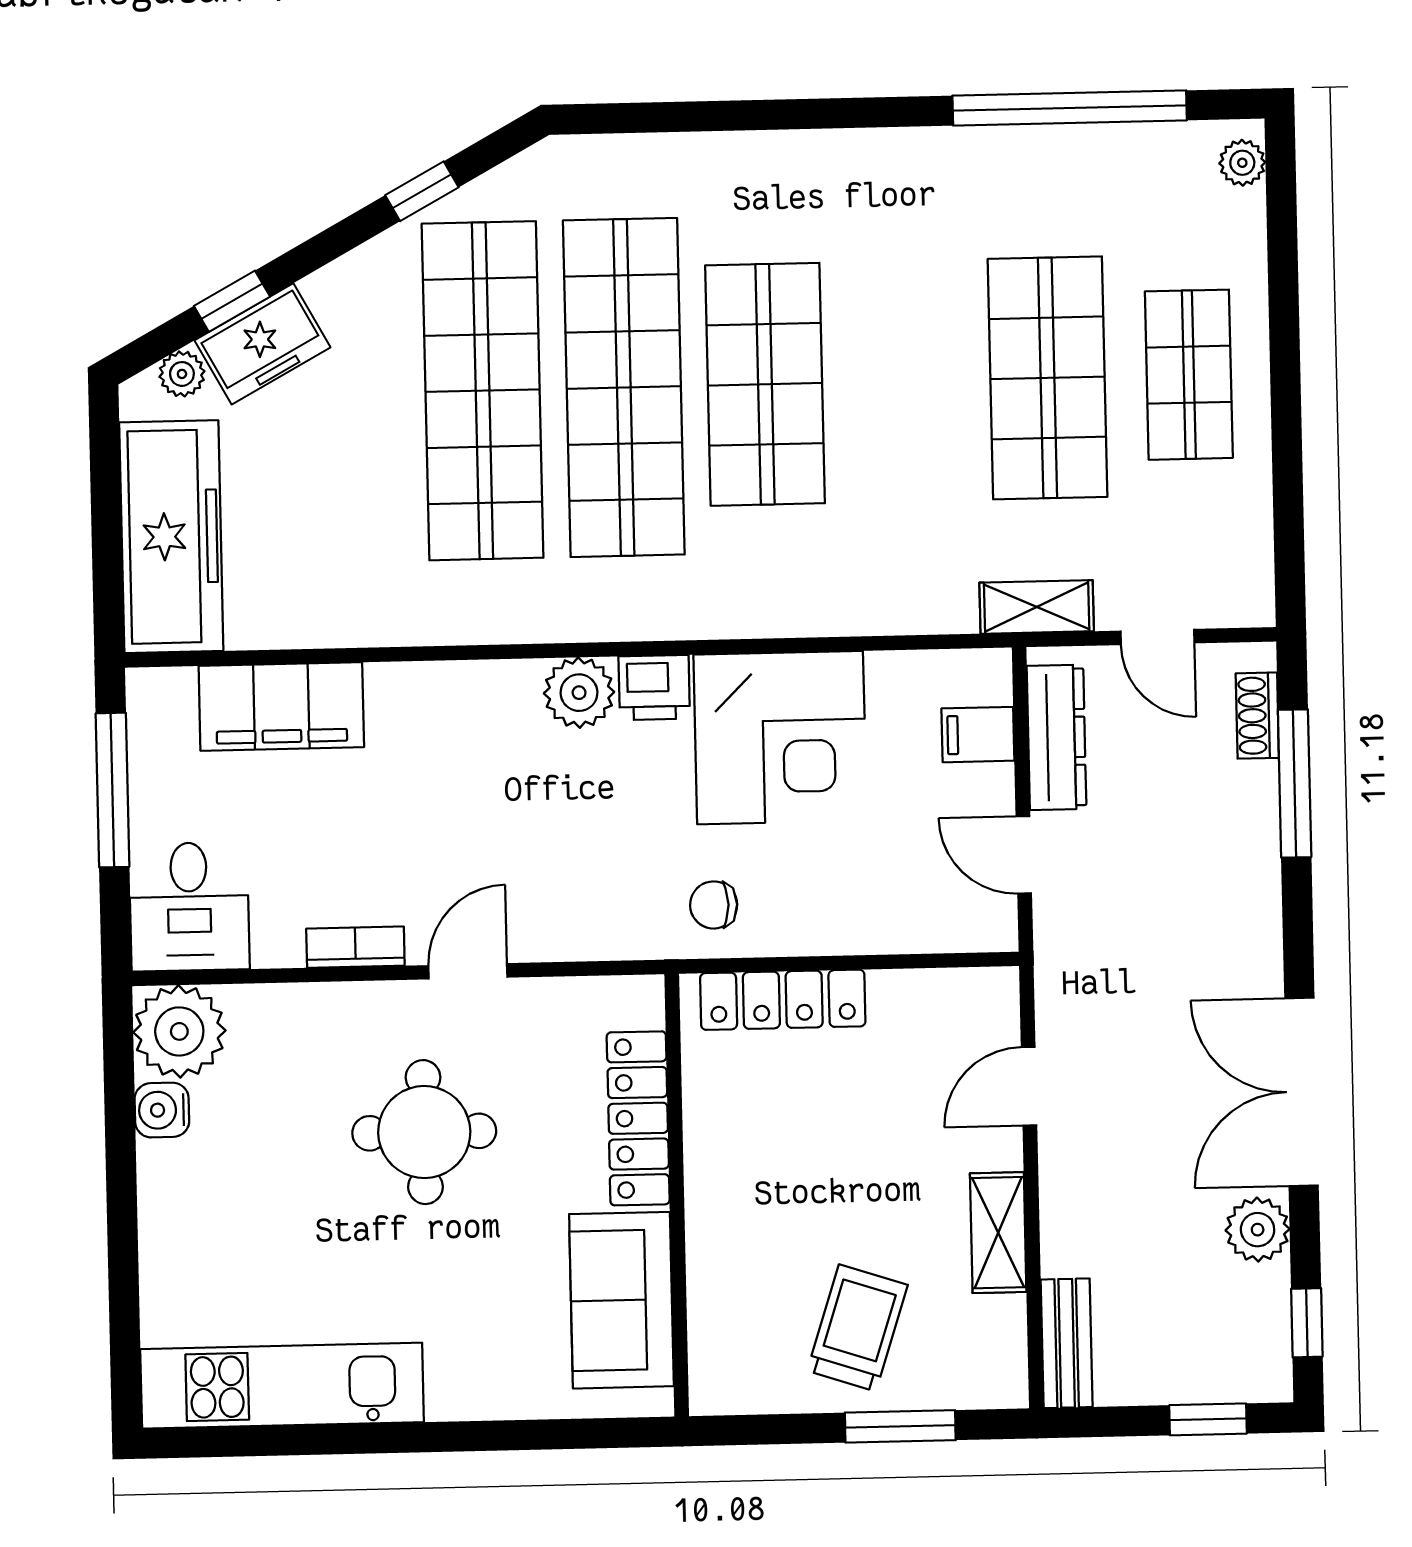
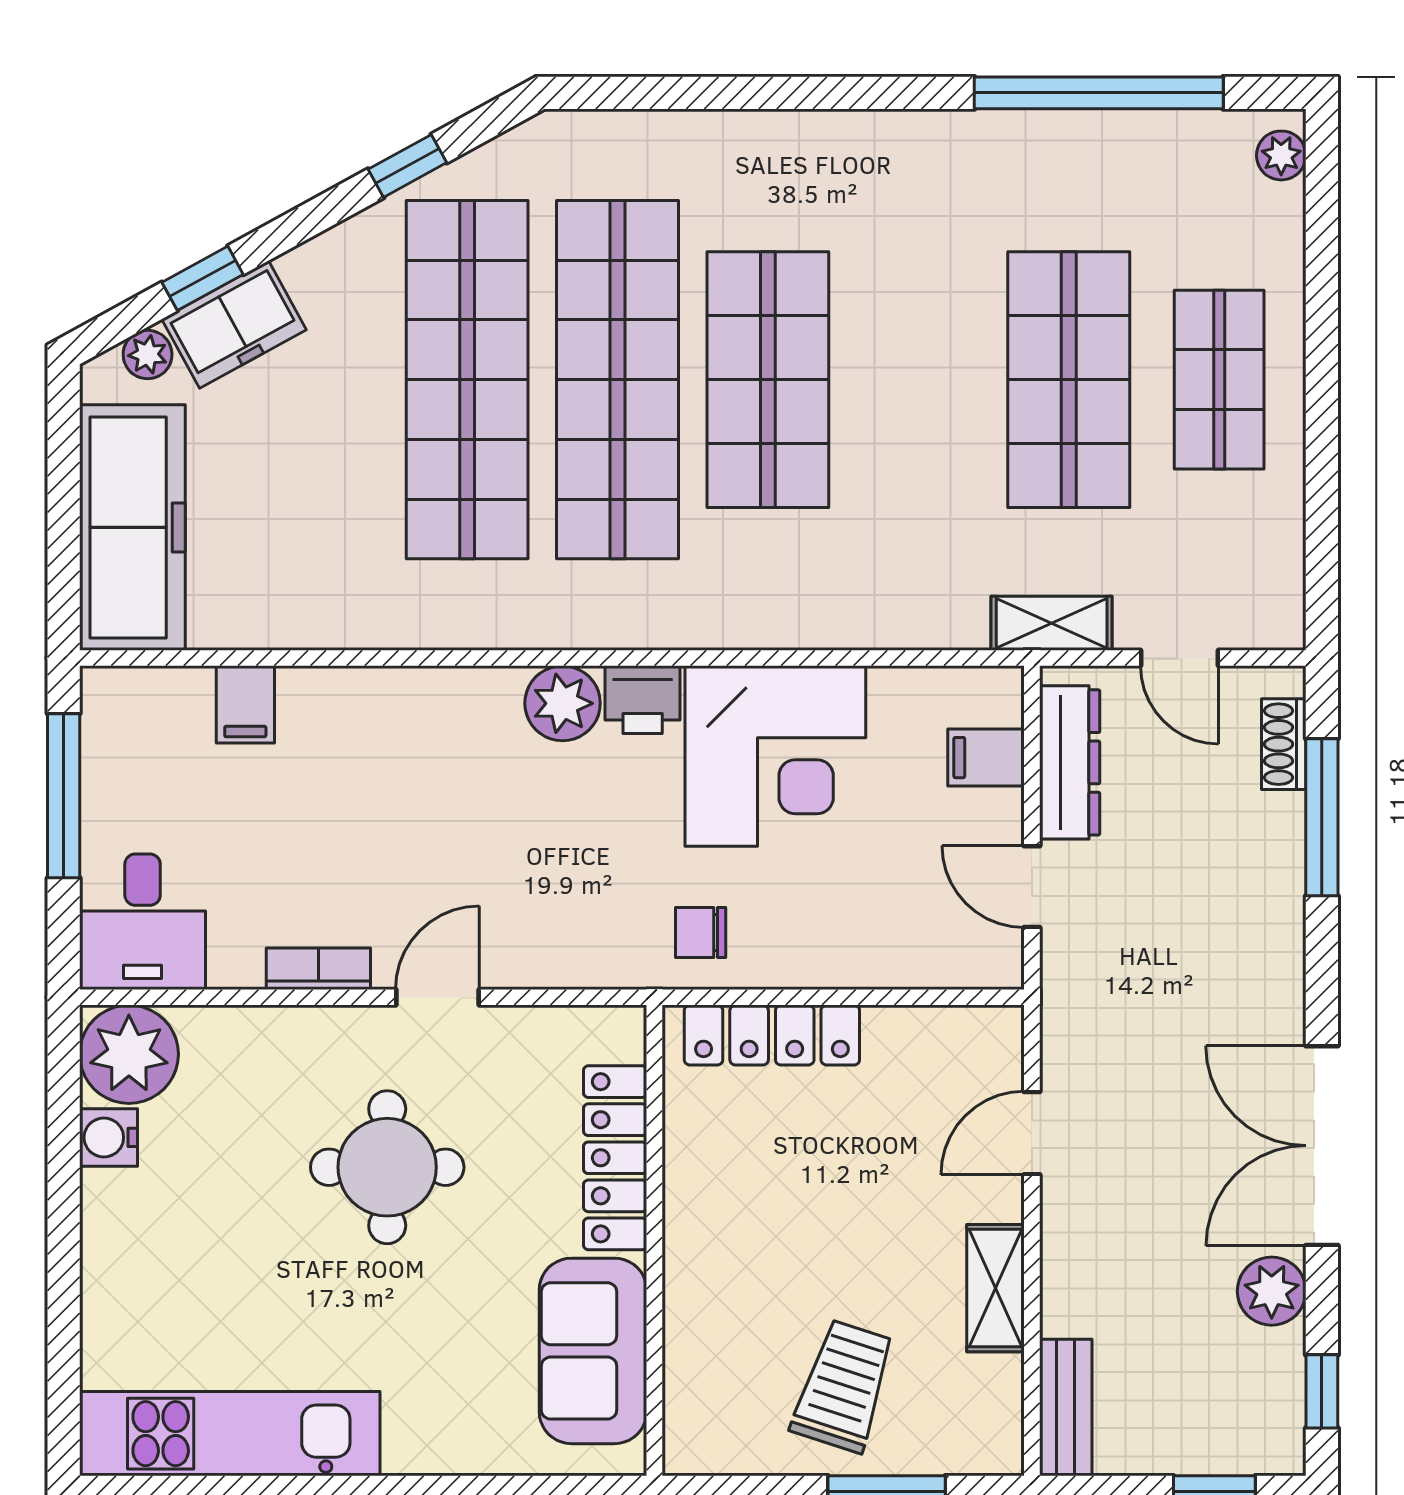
filing cabinet: (281, 707) -> (245, 704), width x0.33, depth x0.86

